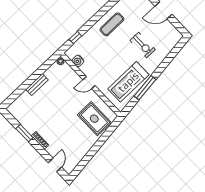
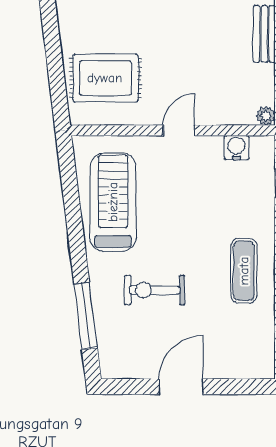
window: (145, 88) -> (86, 316), moved

